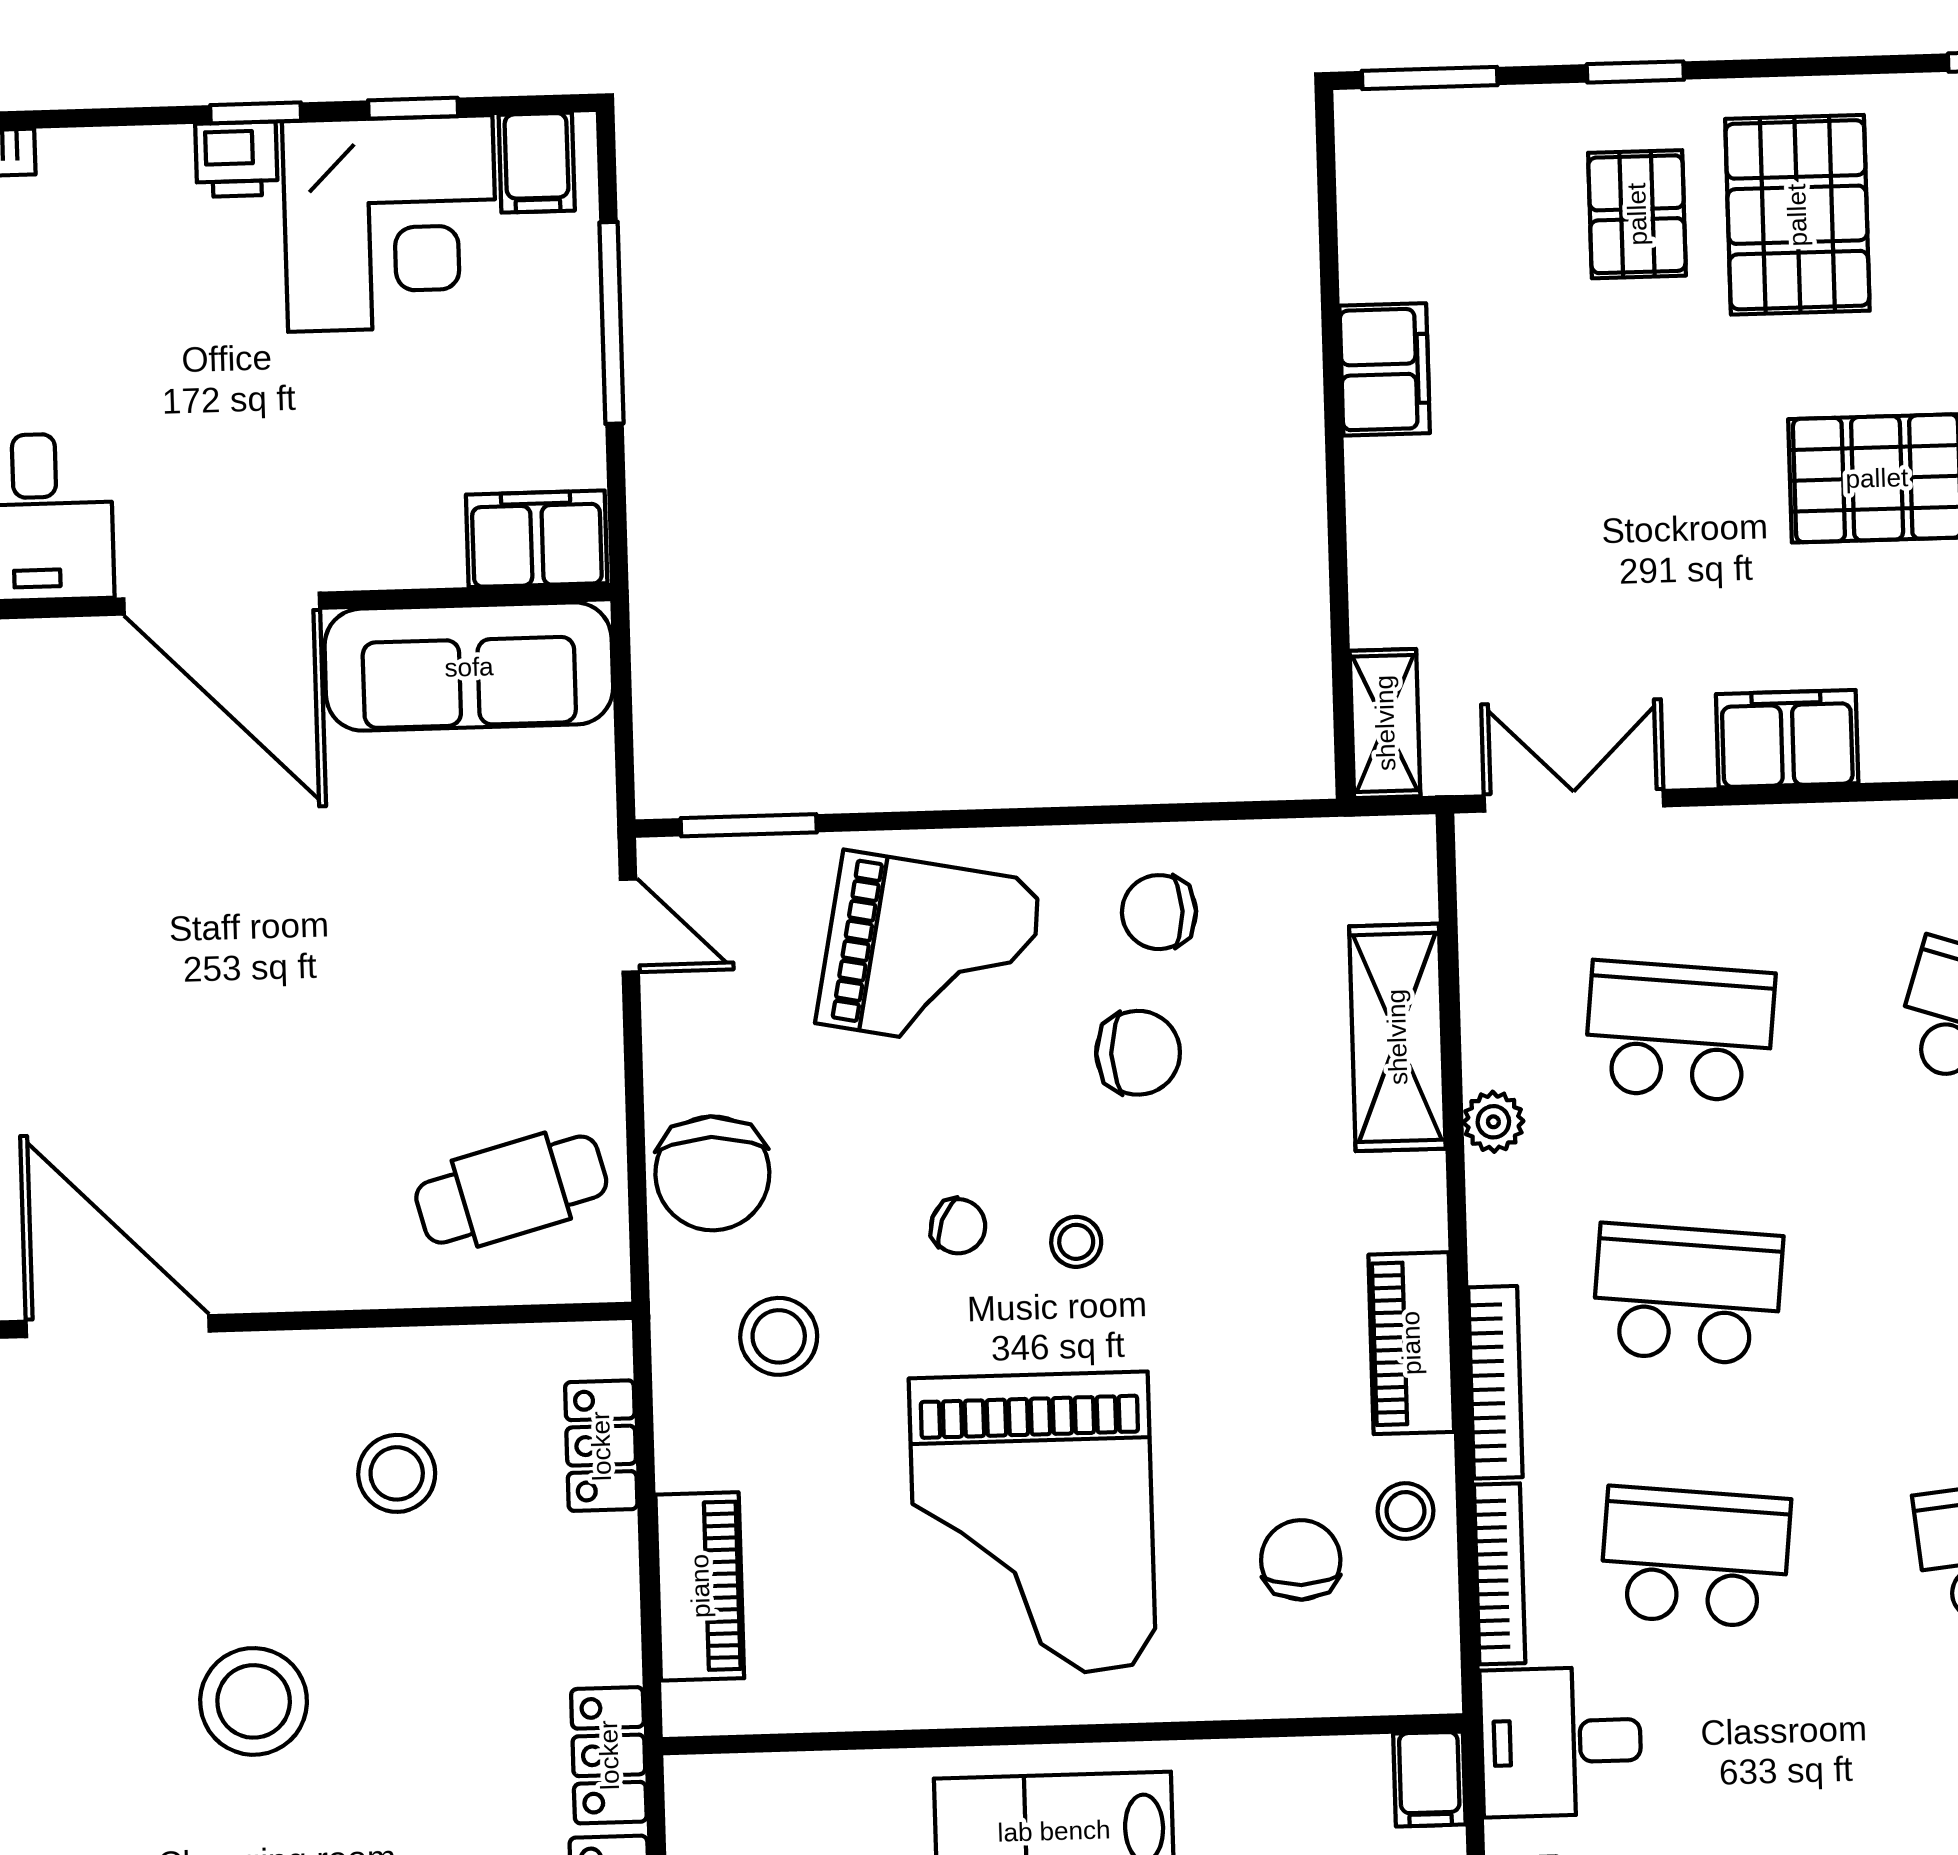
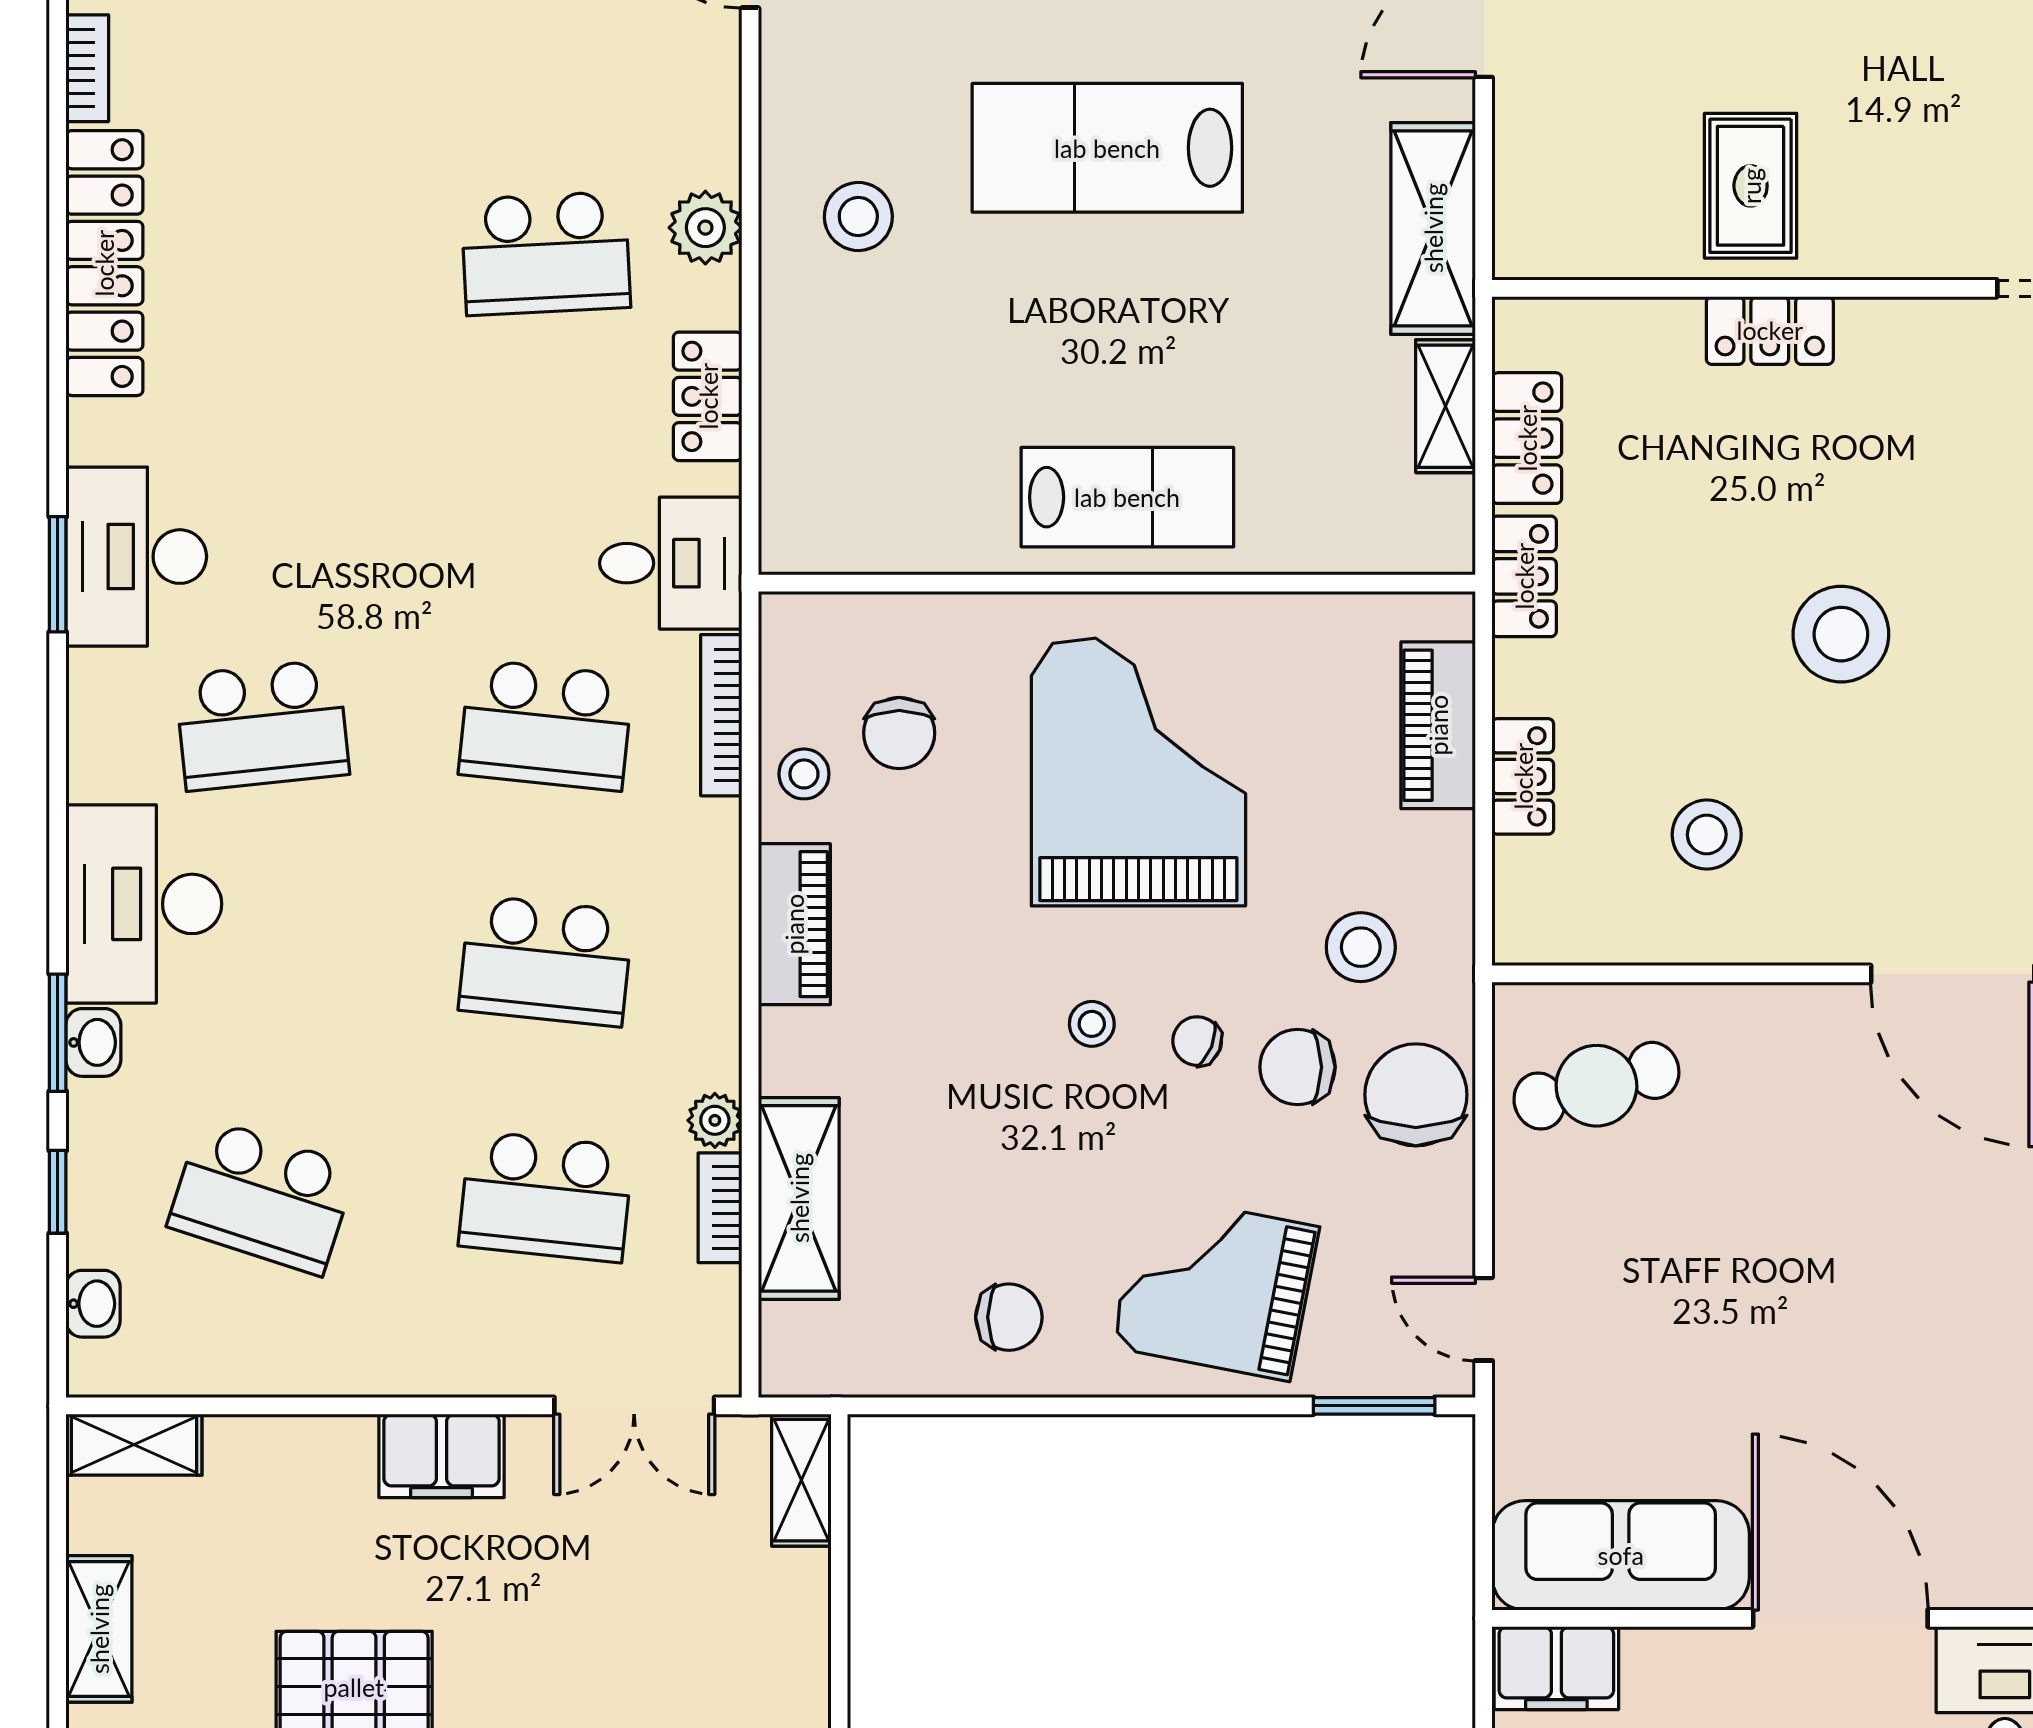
chair: (1138, 1053) -> (1298, 1067), moved
bookcase: (1495, 1382) -> (720, 1208), moved, width x0.64
locker: (601, 1446) -> (1523, 776), moved
filing cabinet: (1429, 1779) -> (790, 533), removed

